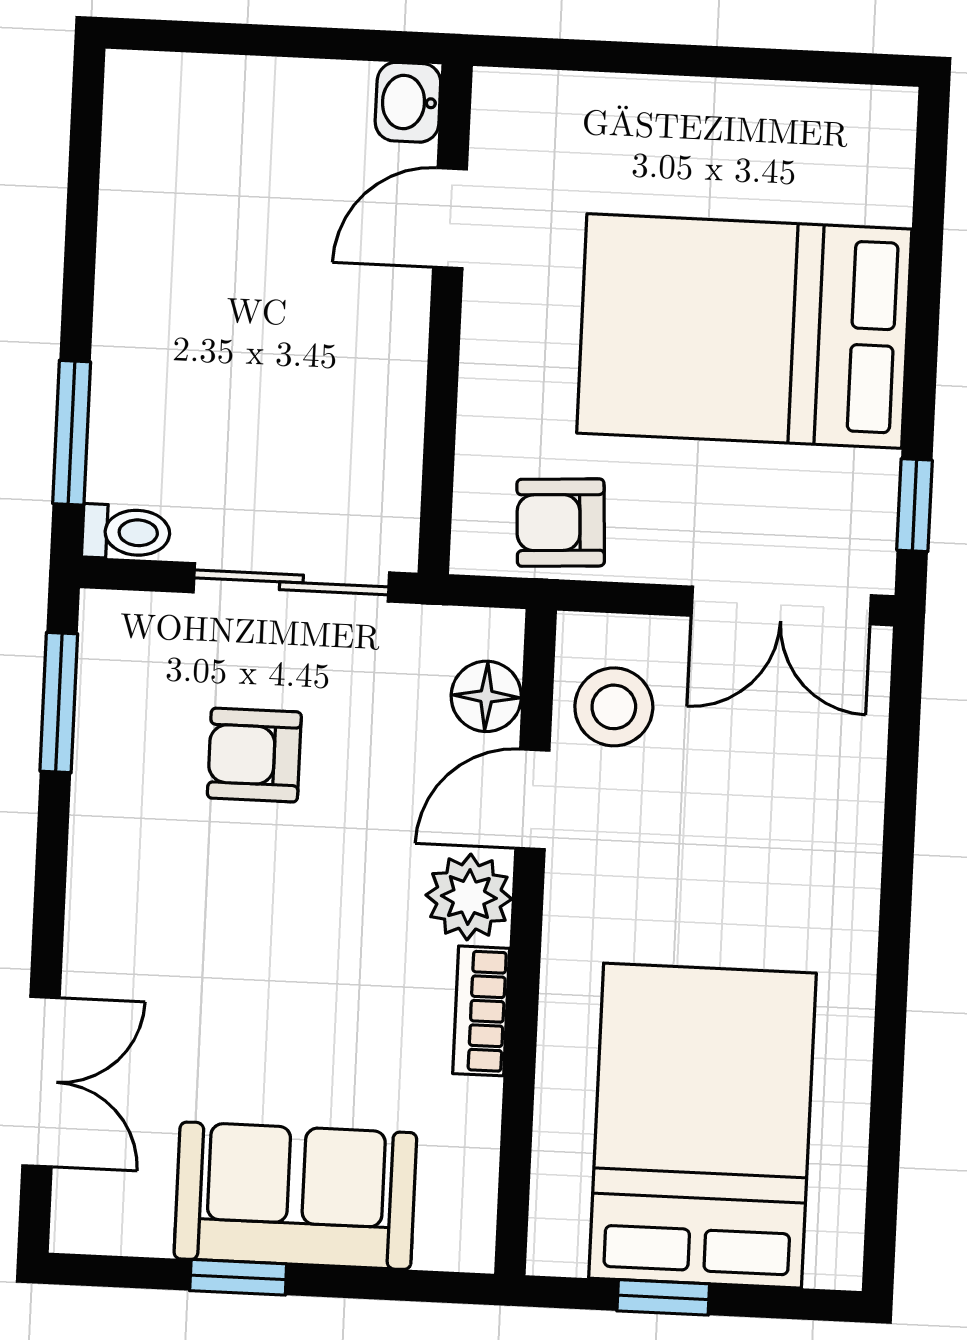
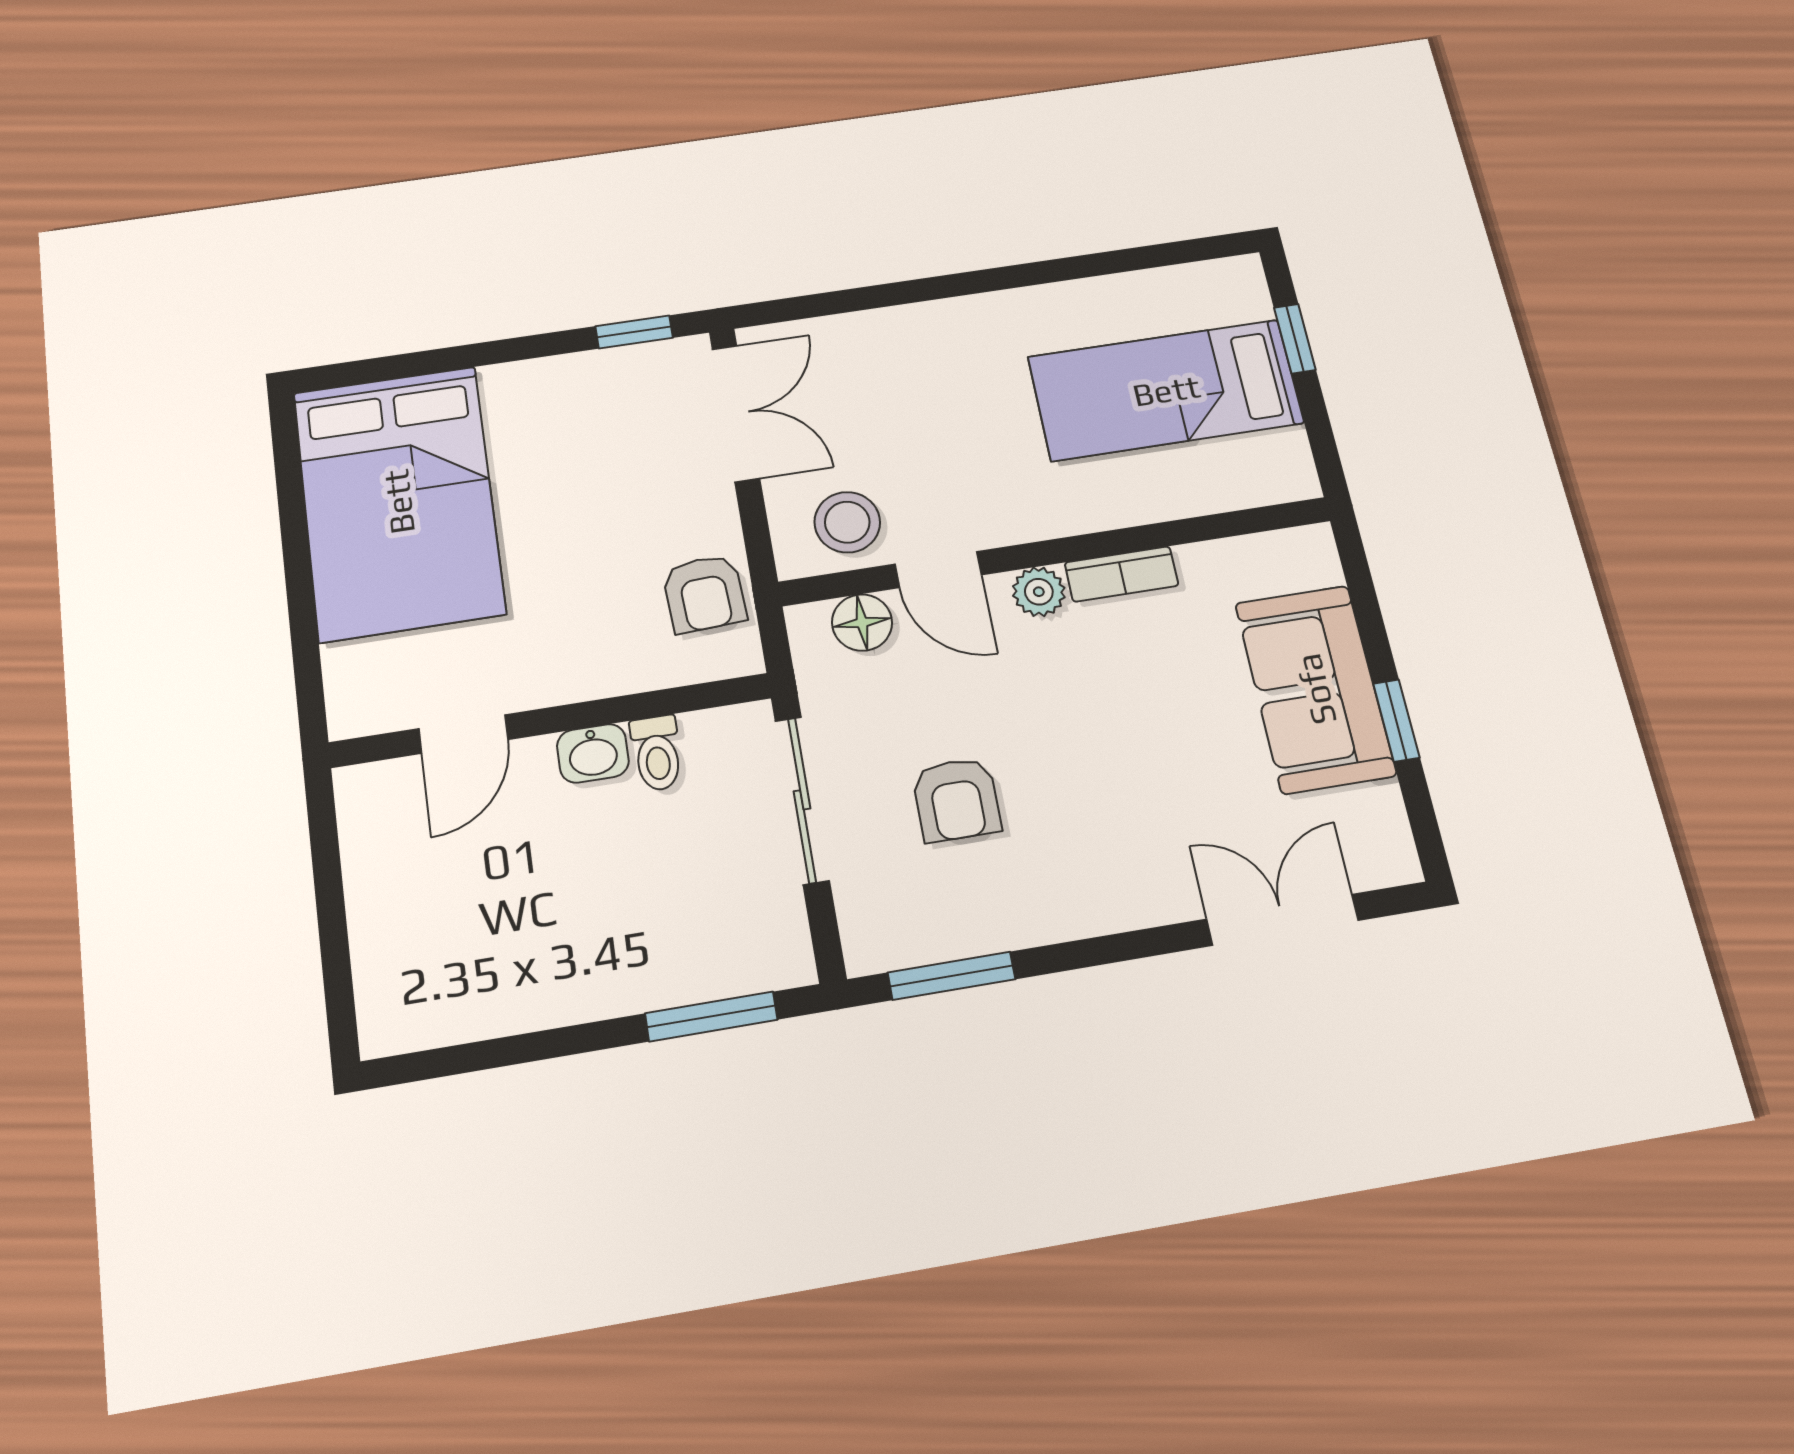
washbasin: (408, 102) -> (593, 753), moved
door: (450, 218) -> (463, 734), hinge flipped
bed: (744, 331) -> (398, 502), moved
toilet: (126, 532) -> (657, 753), moved, turned 180
plant: (469, 897) -> (1039, 592), width x0.73, depth x0.73
bed: (703, 1126) -> (1166, 390), width x0.67
window: (663, 1297) -> (1295, 339), moved

